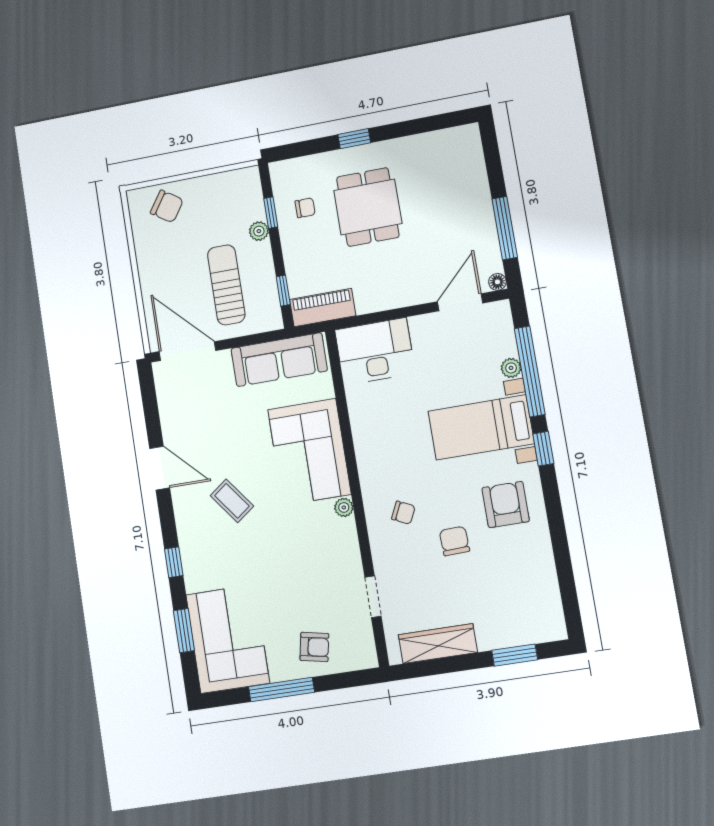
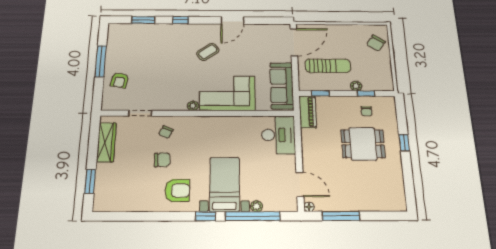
chair: (403, 513) -> (166, 132), moved
corner sofa: (228, 639) -> (134, 40), removed

